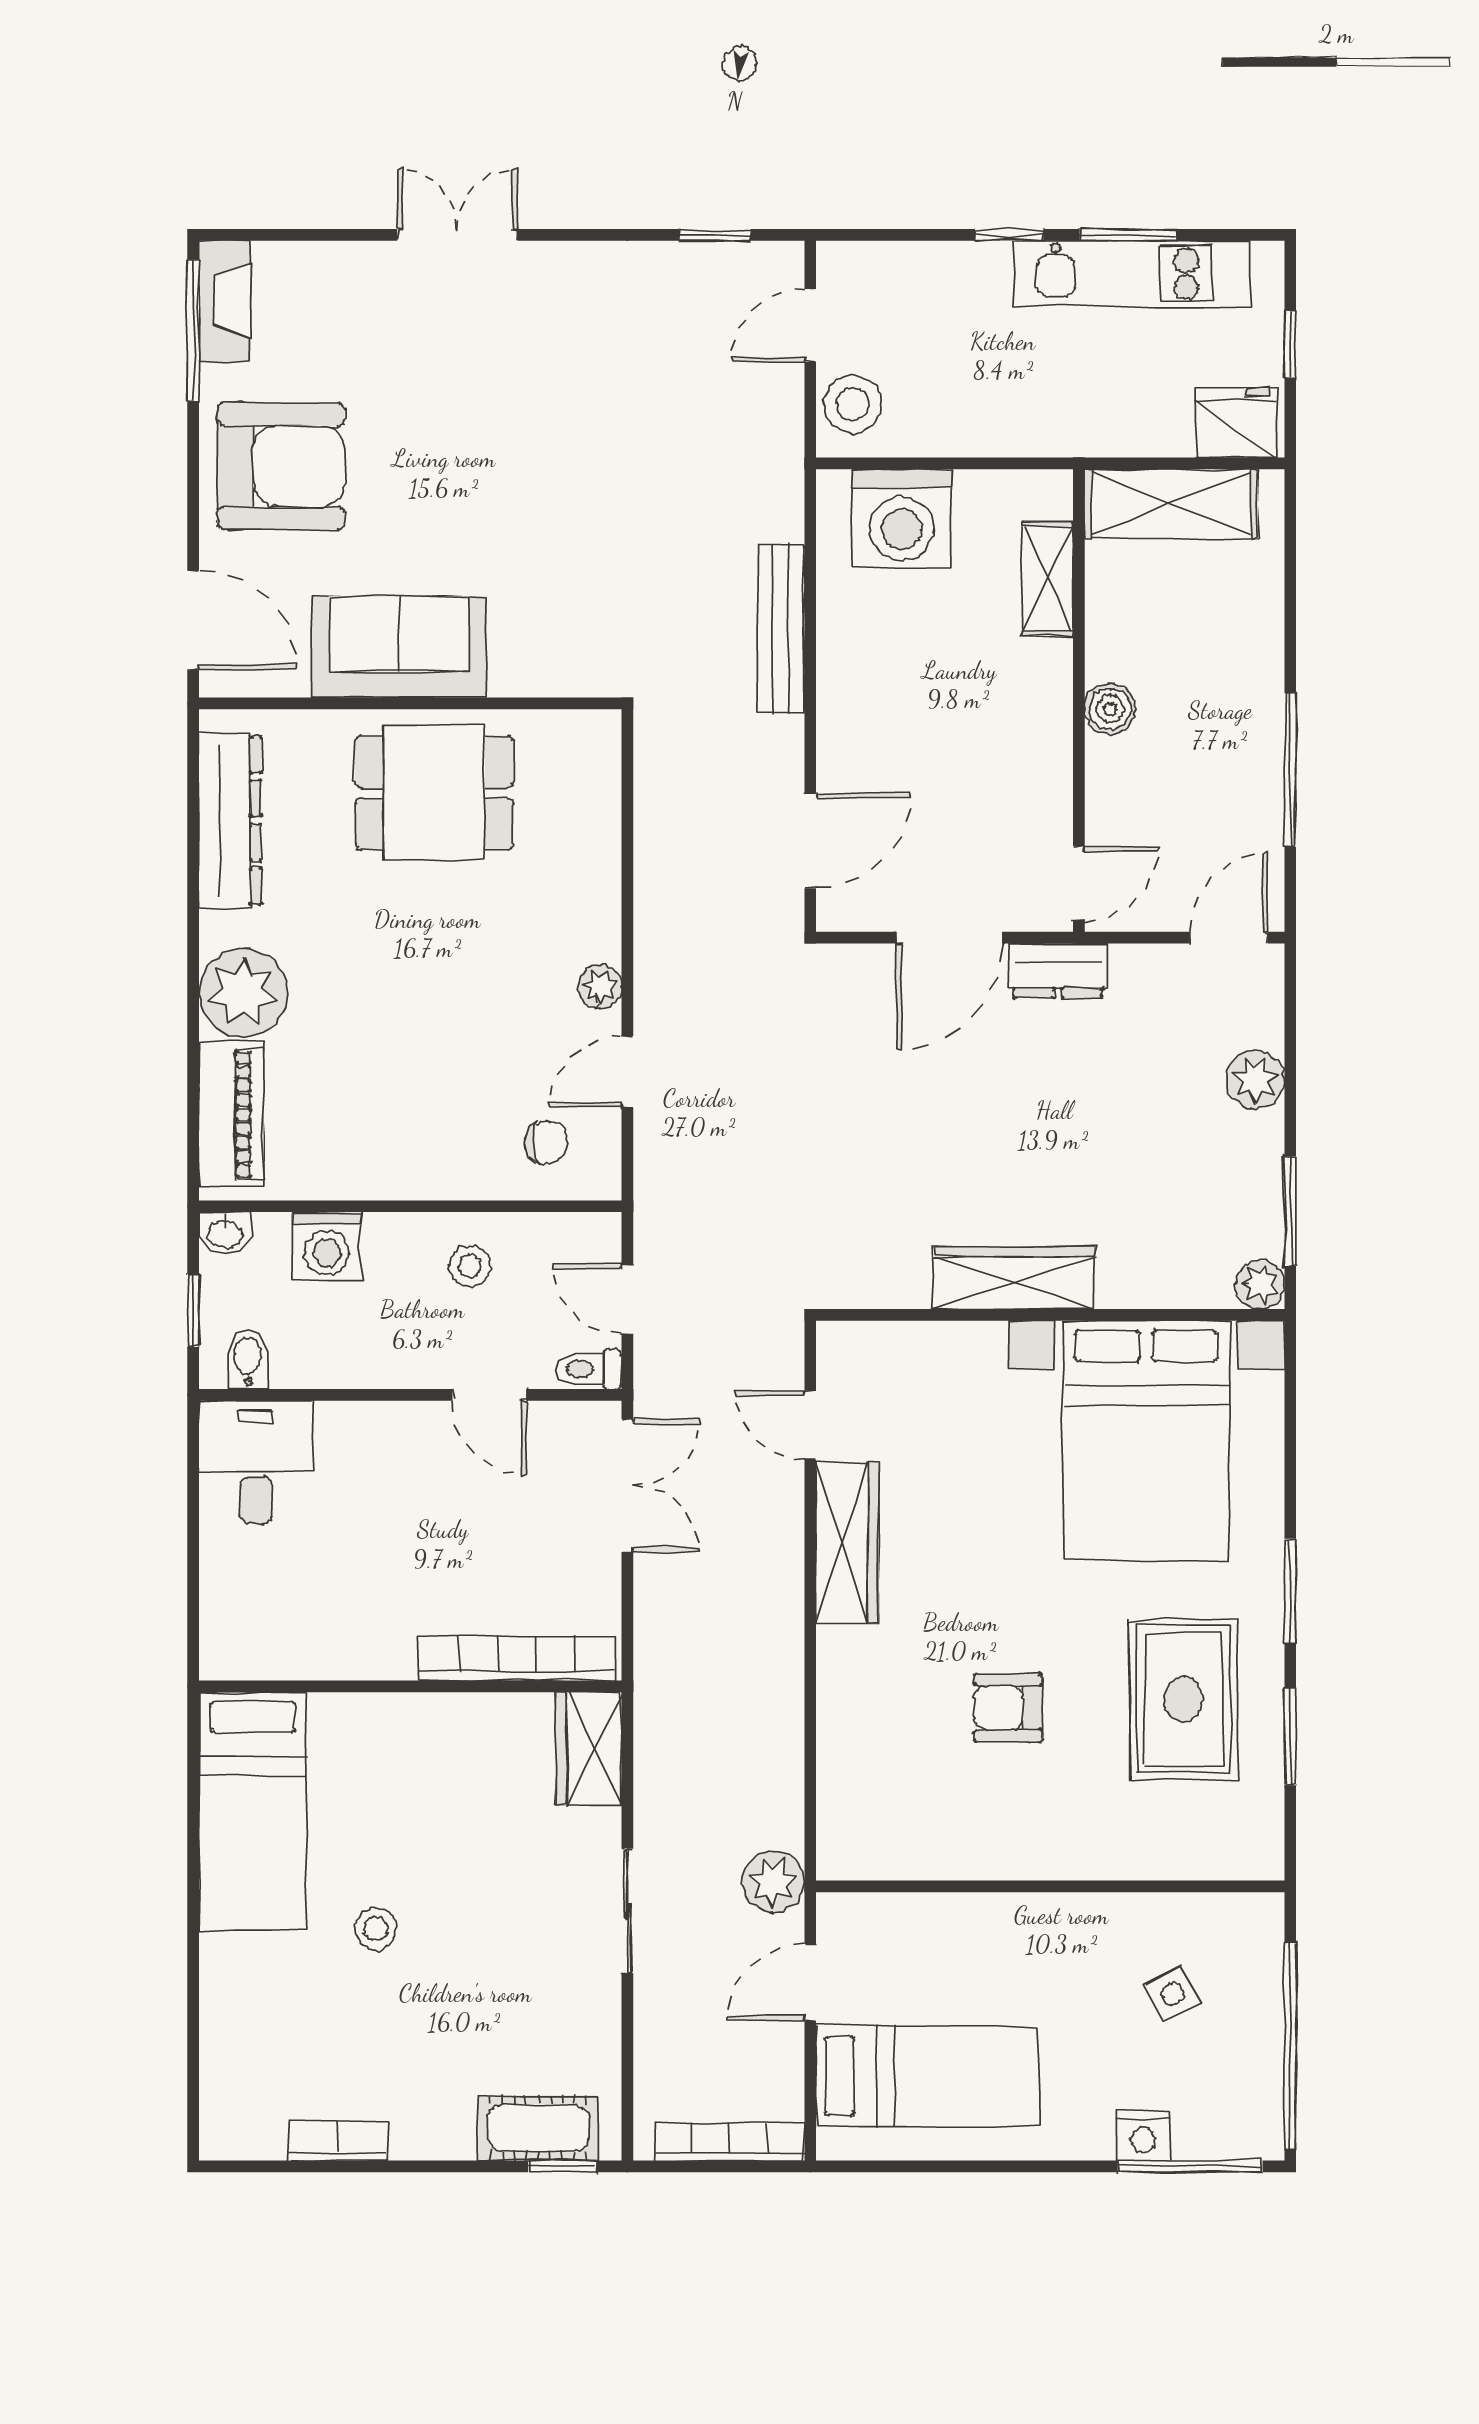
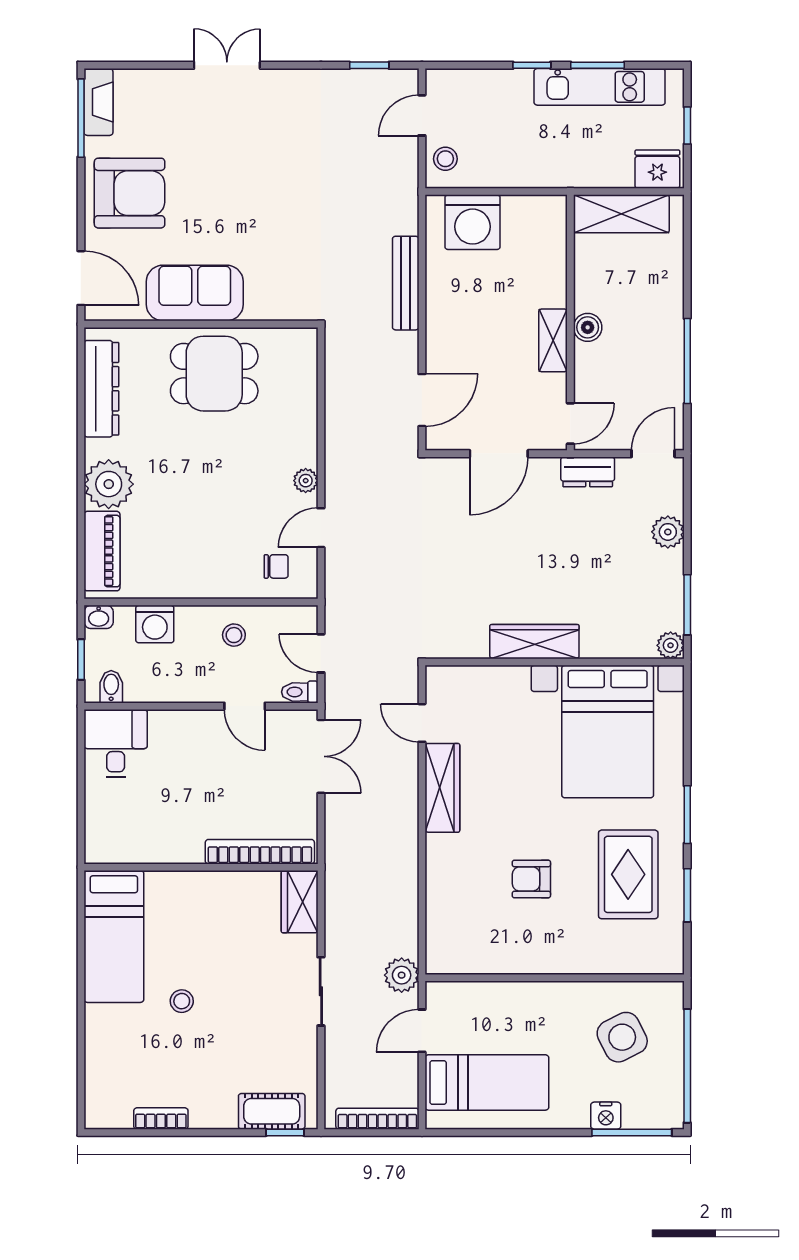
stool: (853, 404) -> (445, 159), width x0.73, depth x0.73
shelving: (1047, 579) -> (553, 340), moved
dresser: (1058, 971) -> (588, 472), moved
side table: (1173, 1994) -> (622, 1037), width x1.87, depth x1.87

